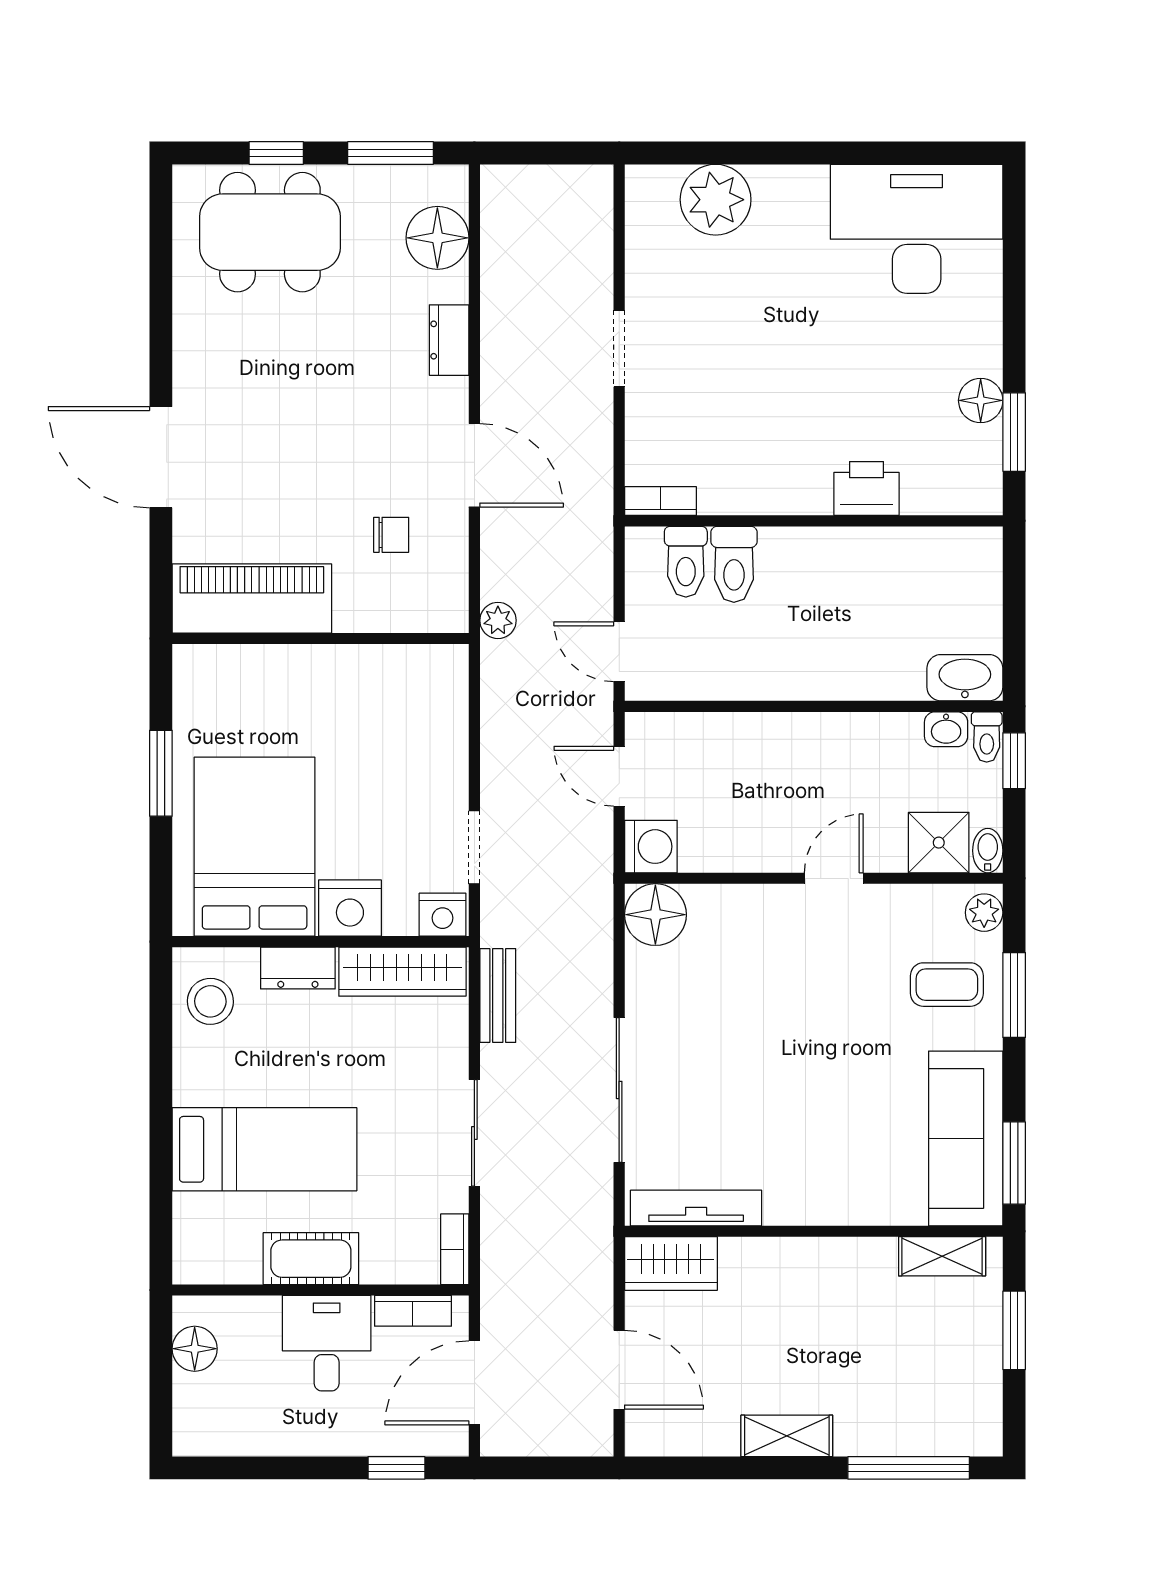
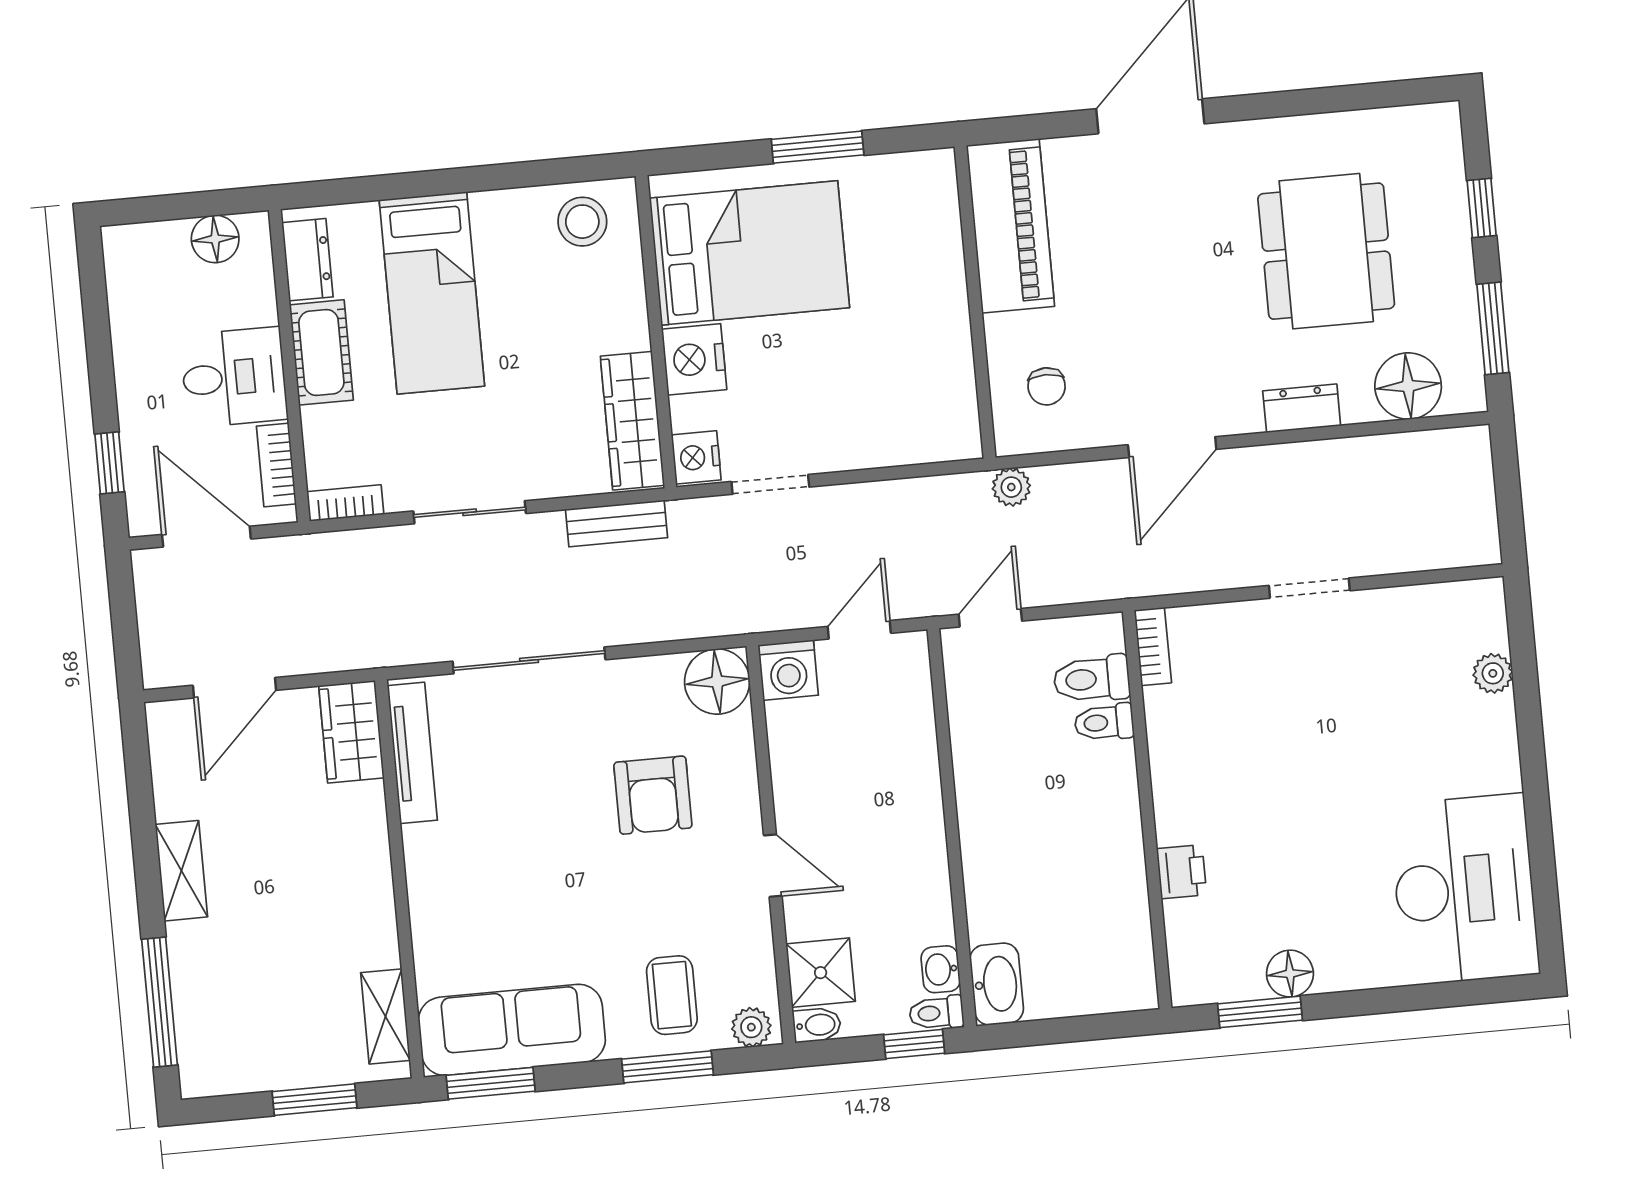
plant: (716, 200) -> (1493, 673), width x0.53, depth x0.53
dining table: (270, 232) -> (1326, 251), moved
printer: (866, 488) -> (1182, 872), width x0.73, depth x0.81
chair: (391, 535) -> (1047, 386), moved
toilet: (734, 564) -> (1104, 722), width x0.73, depth x0.72
dresser: (298, 968) -> (308, 260), moved, turned 180
armchair: (757, 985) -> (653, 795), added

